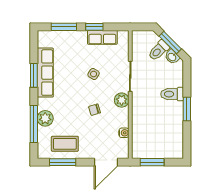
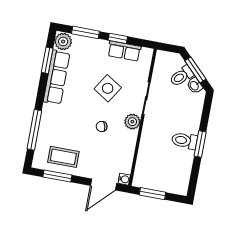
side table: (94, 74) -> (108, 88), width x1.87, depth x1.87
window: (34, 75) -> (47, 60), moved
toilet: (172, 94) -> (184, 141), moved
plant: (45, 118) -> (63, 42), moved
water cooler: (124, 133) -> (124, 179), moved

